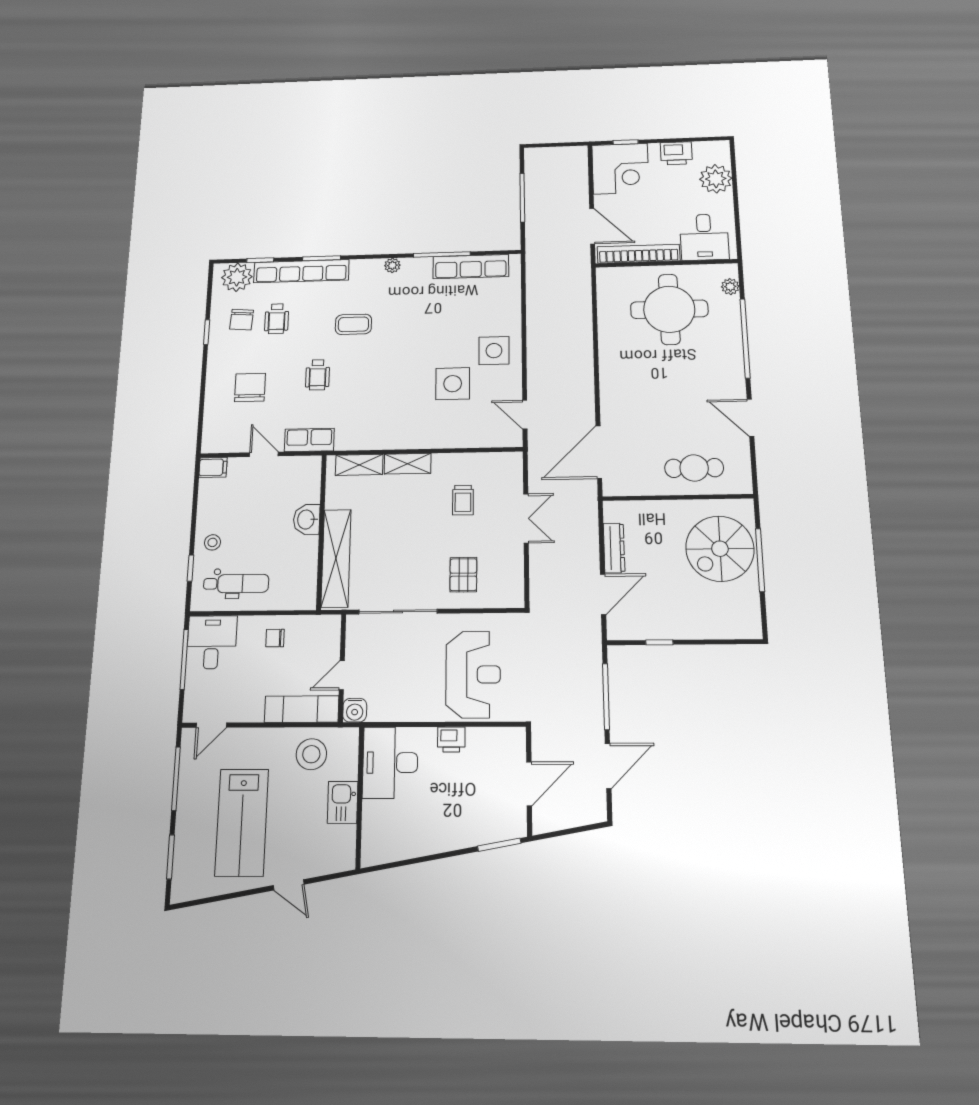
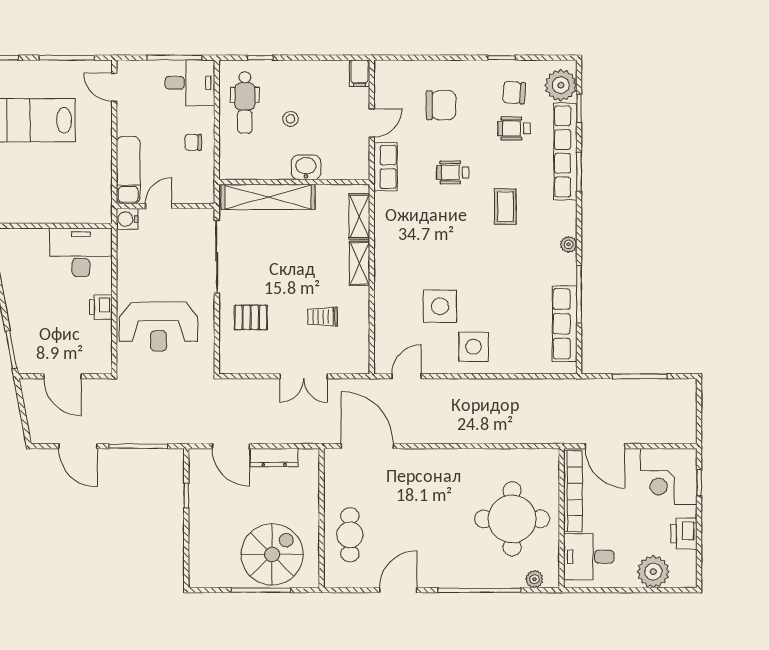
door: (592, 226) -> (605, 446), hinge flipped
stool: (212, 542) -> (290, 119), moved
spiral stairs: (720, 549) -> (272, 554), turned 90
chair: (275, 638) -> (193, 142), turned -90
door: (342, 675) -> (159, 206), hinge flipped
stool: (311, 754) -> (88, 181), removed
kitchen sink: (343, 802) -> (47, 210), removed

